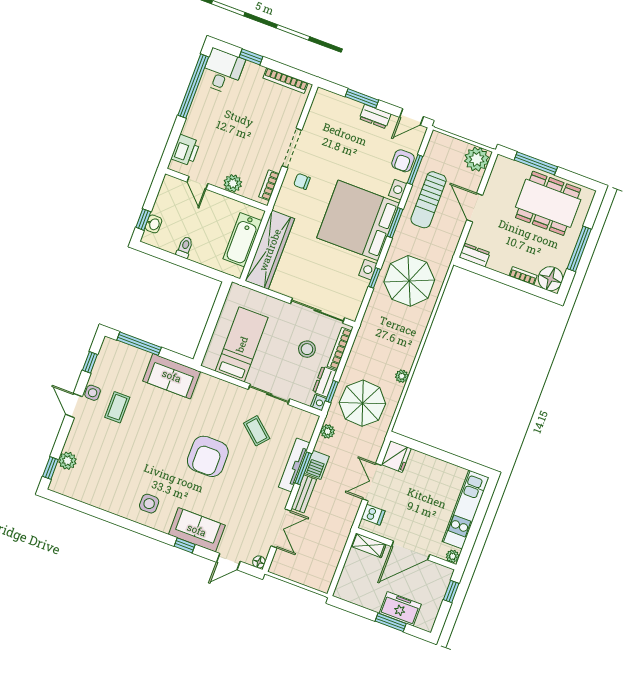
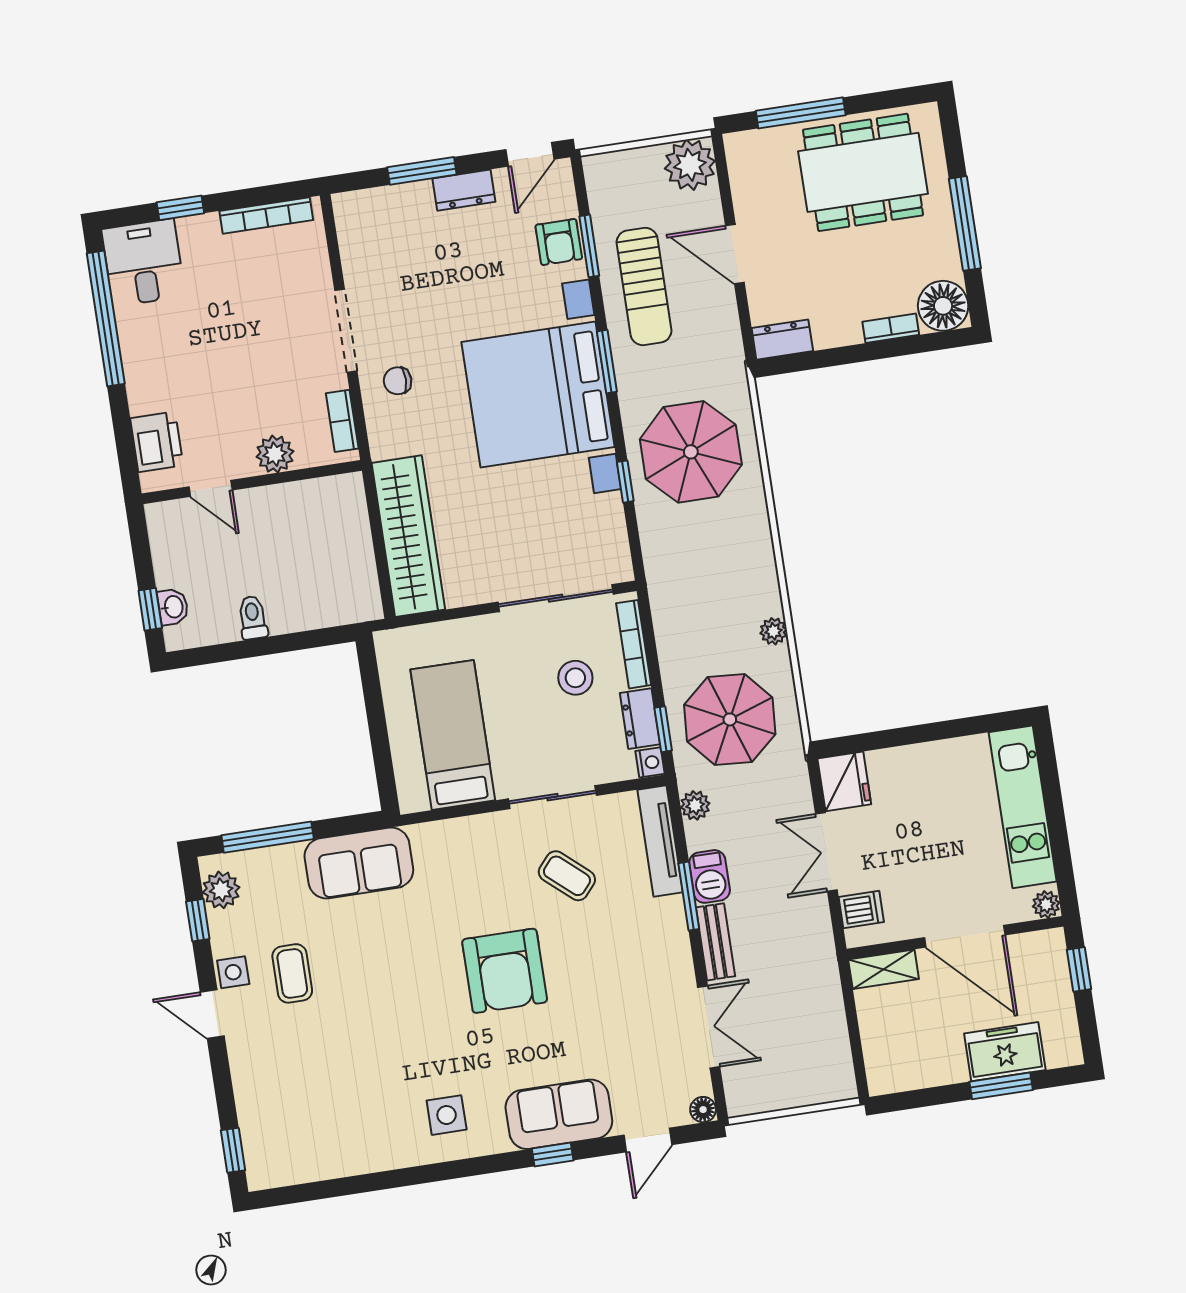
bathtub: (242, 240) -> (349, 546), removed
plant: (67, 461) -> (221, 890), moved
tv unit: (294, 465) -> (660, 841), moved
door: (411, 550) -> (965, 936), hinge flipped

